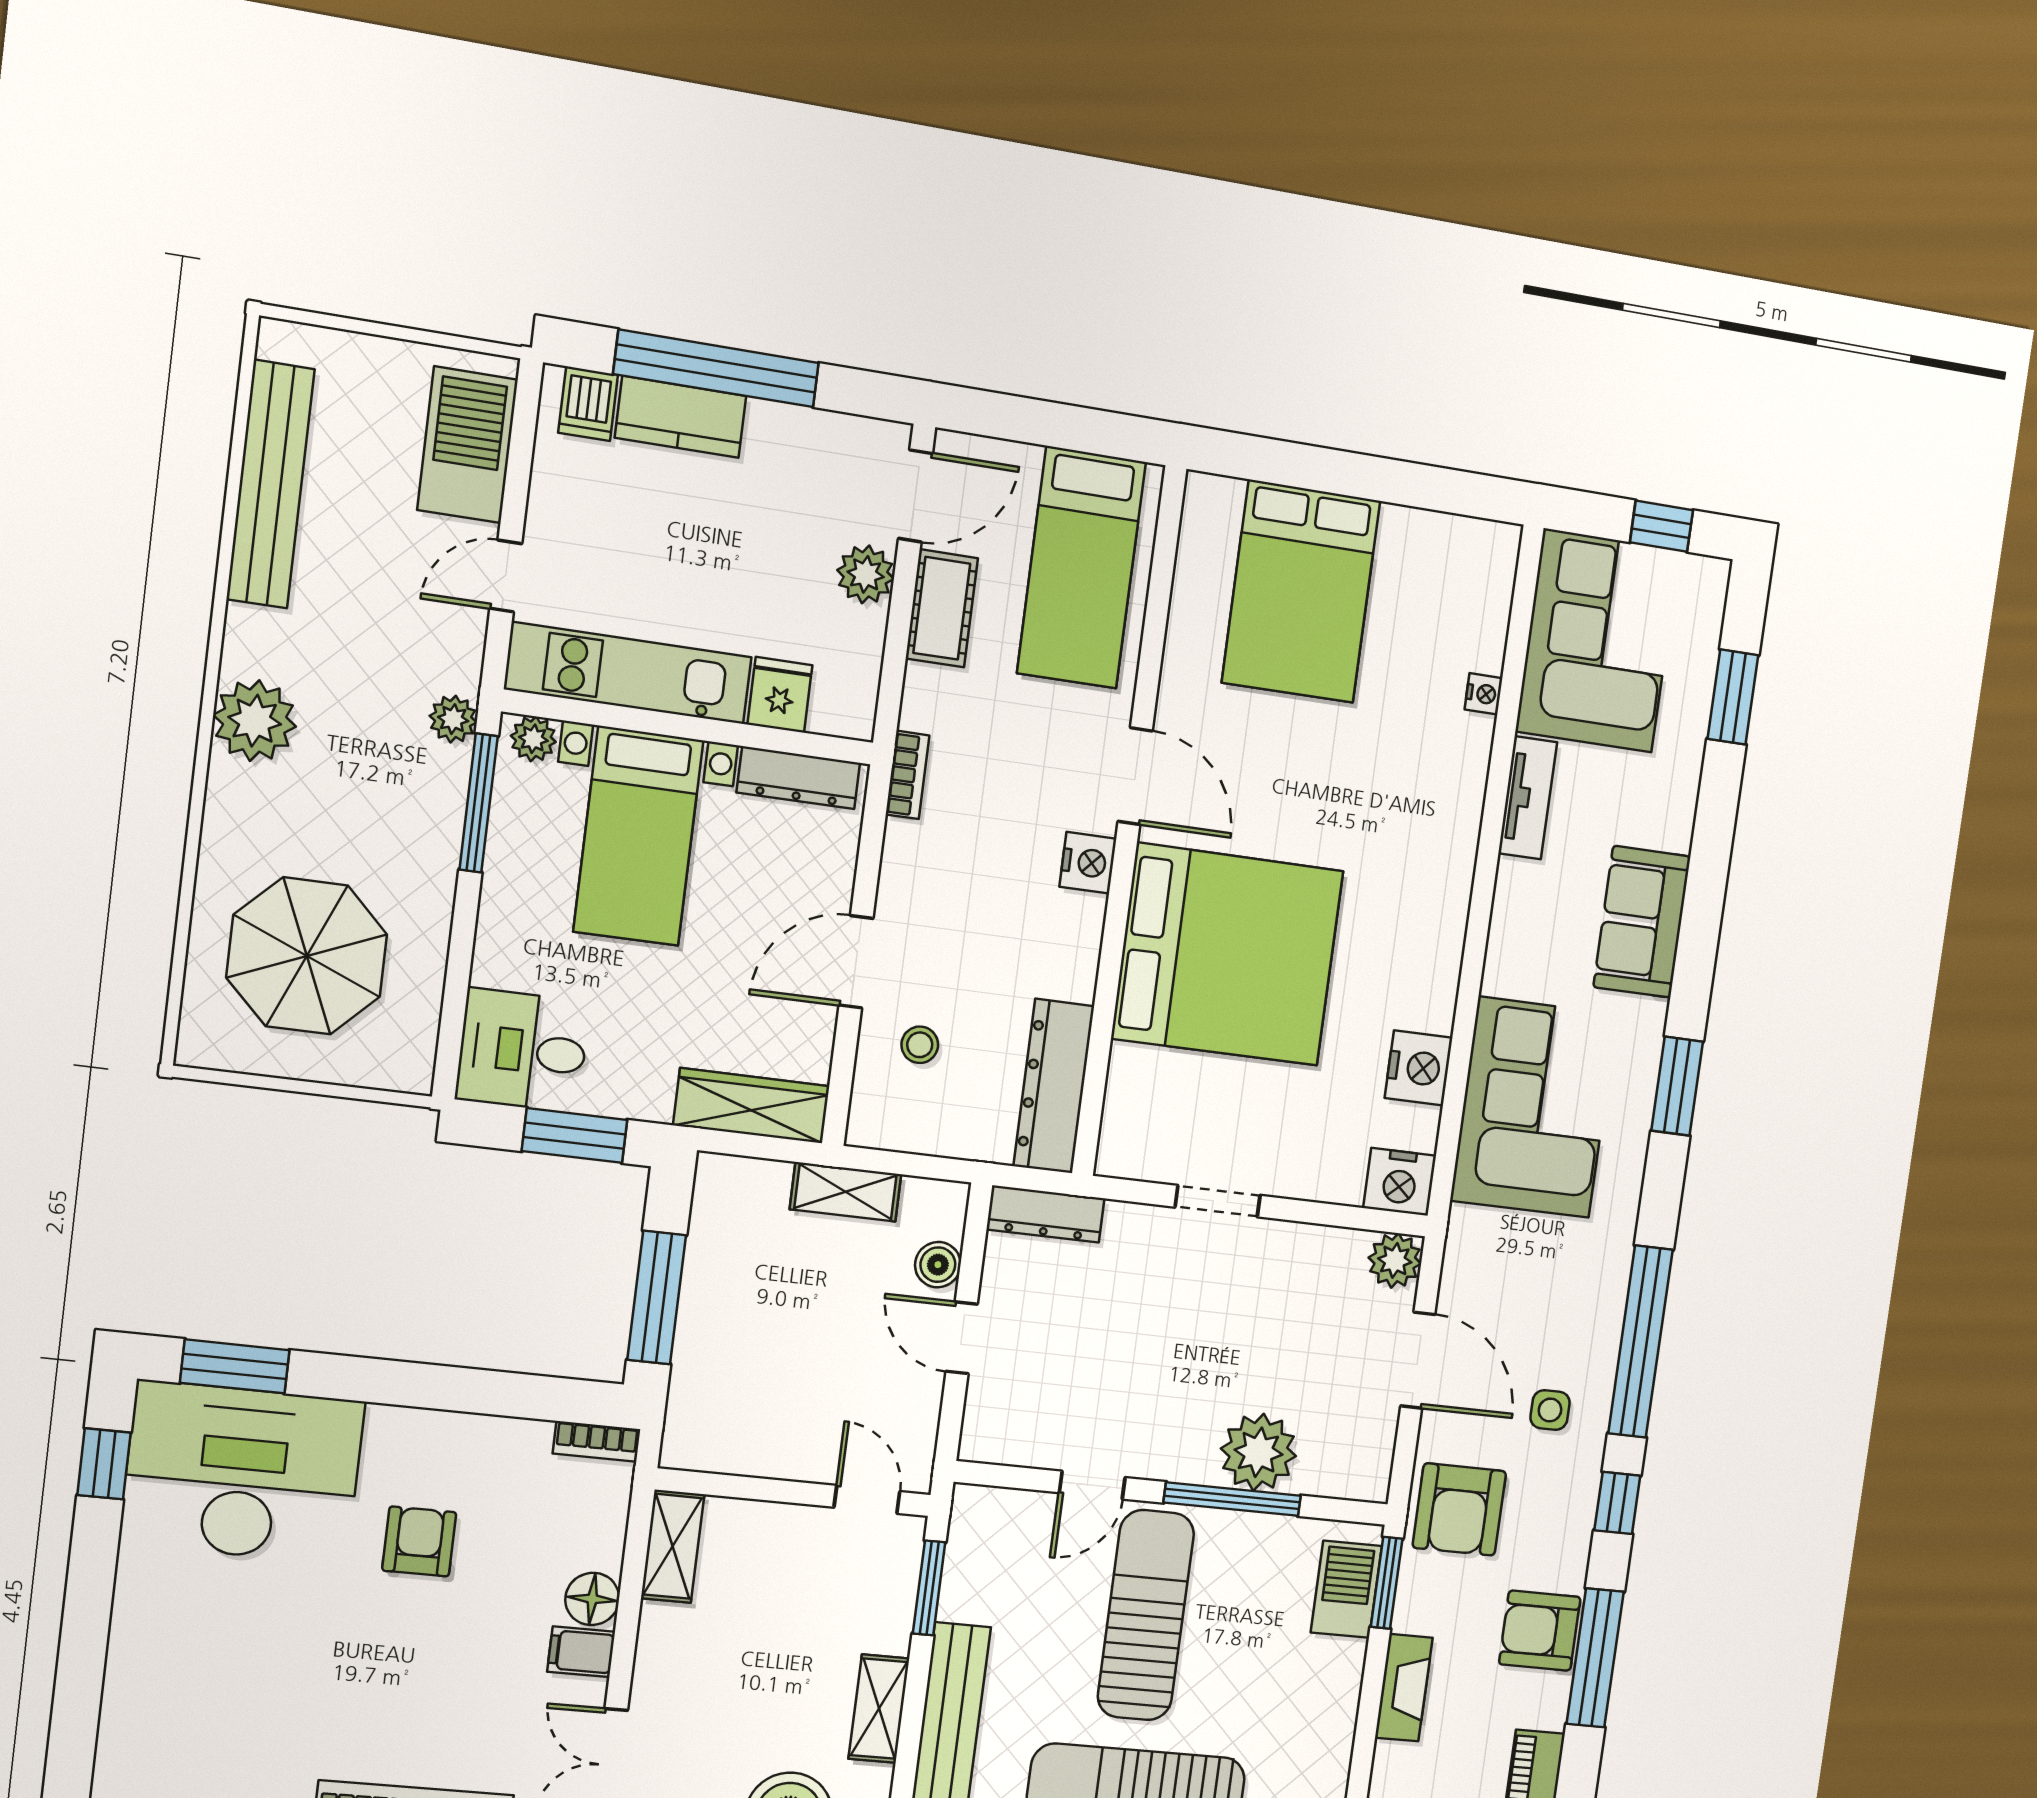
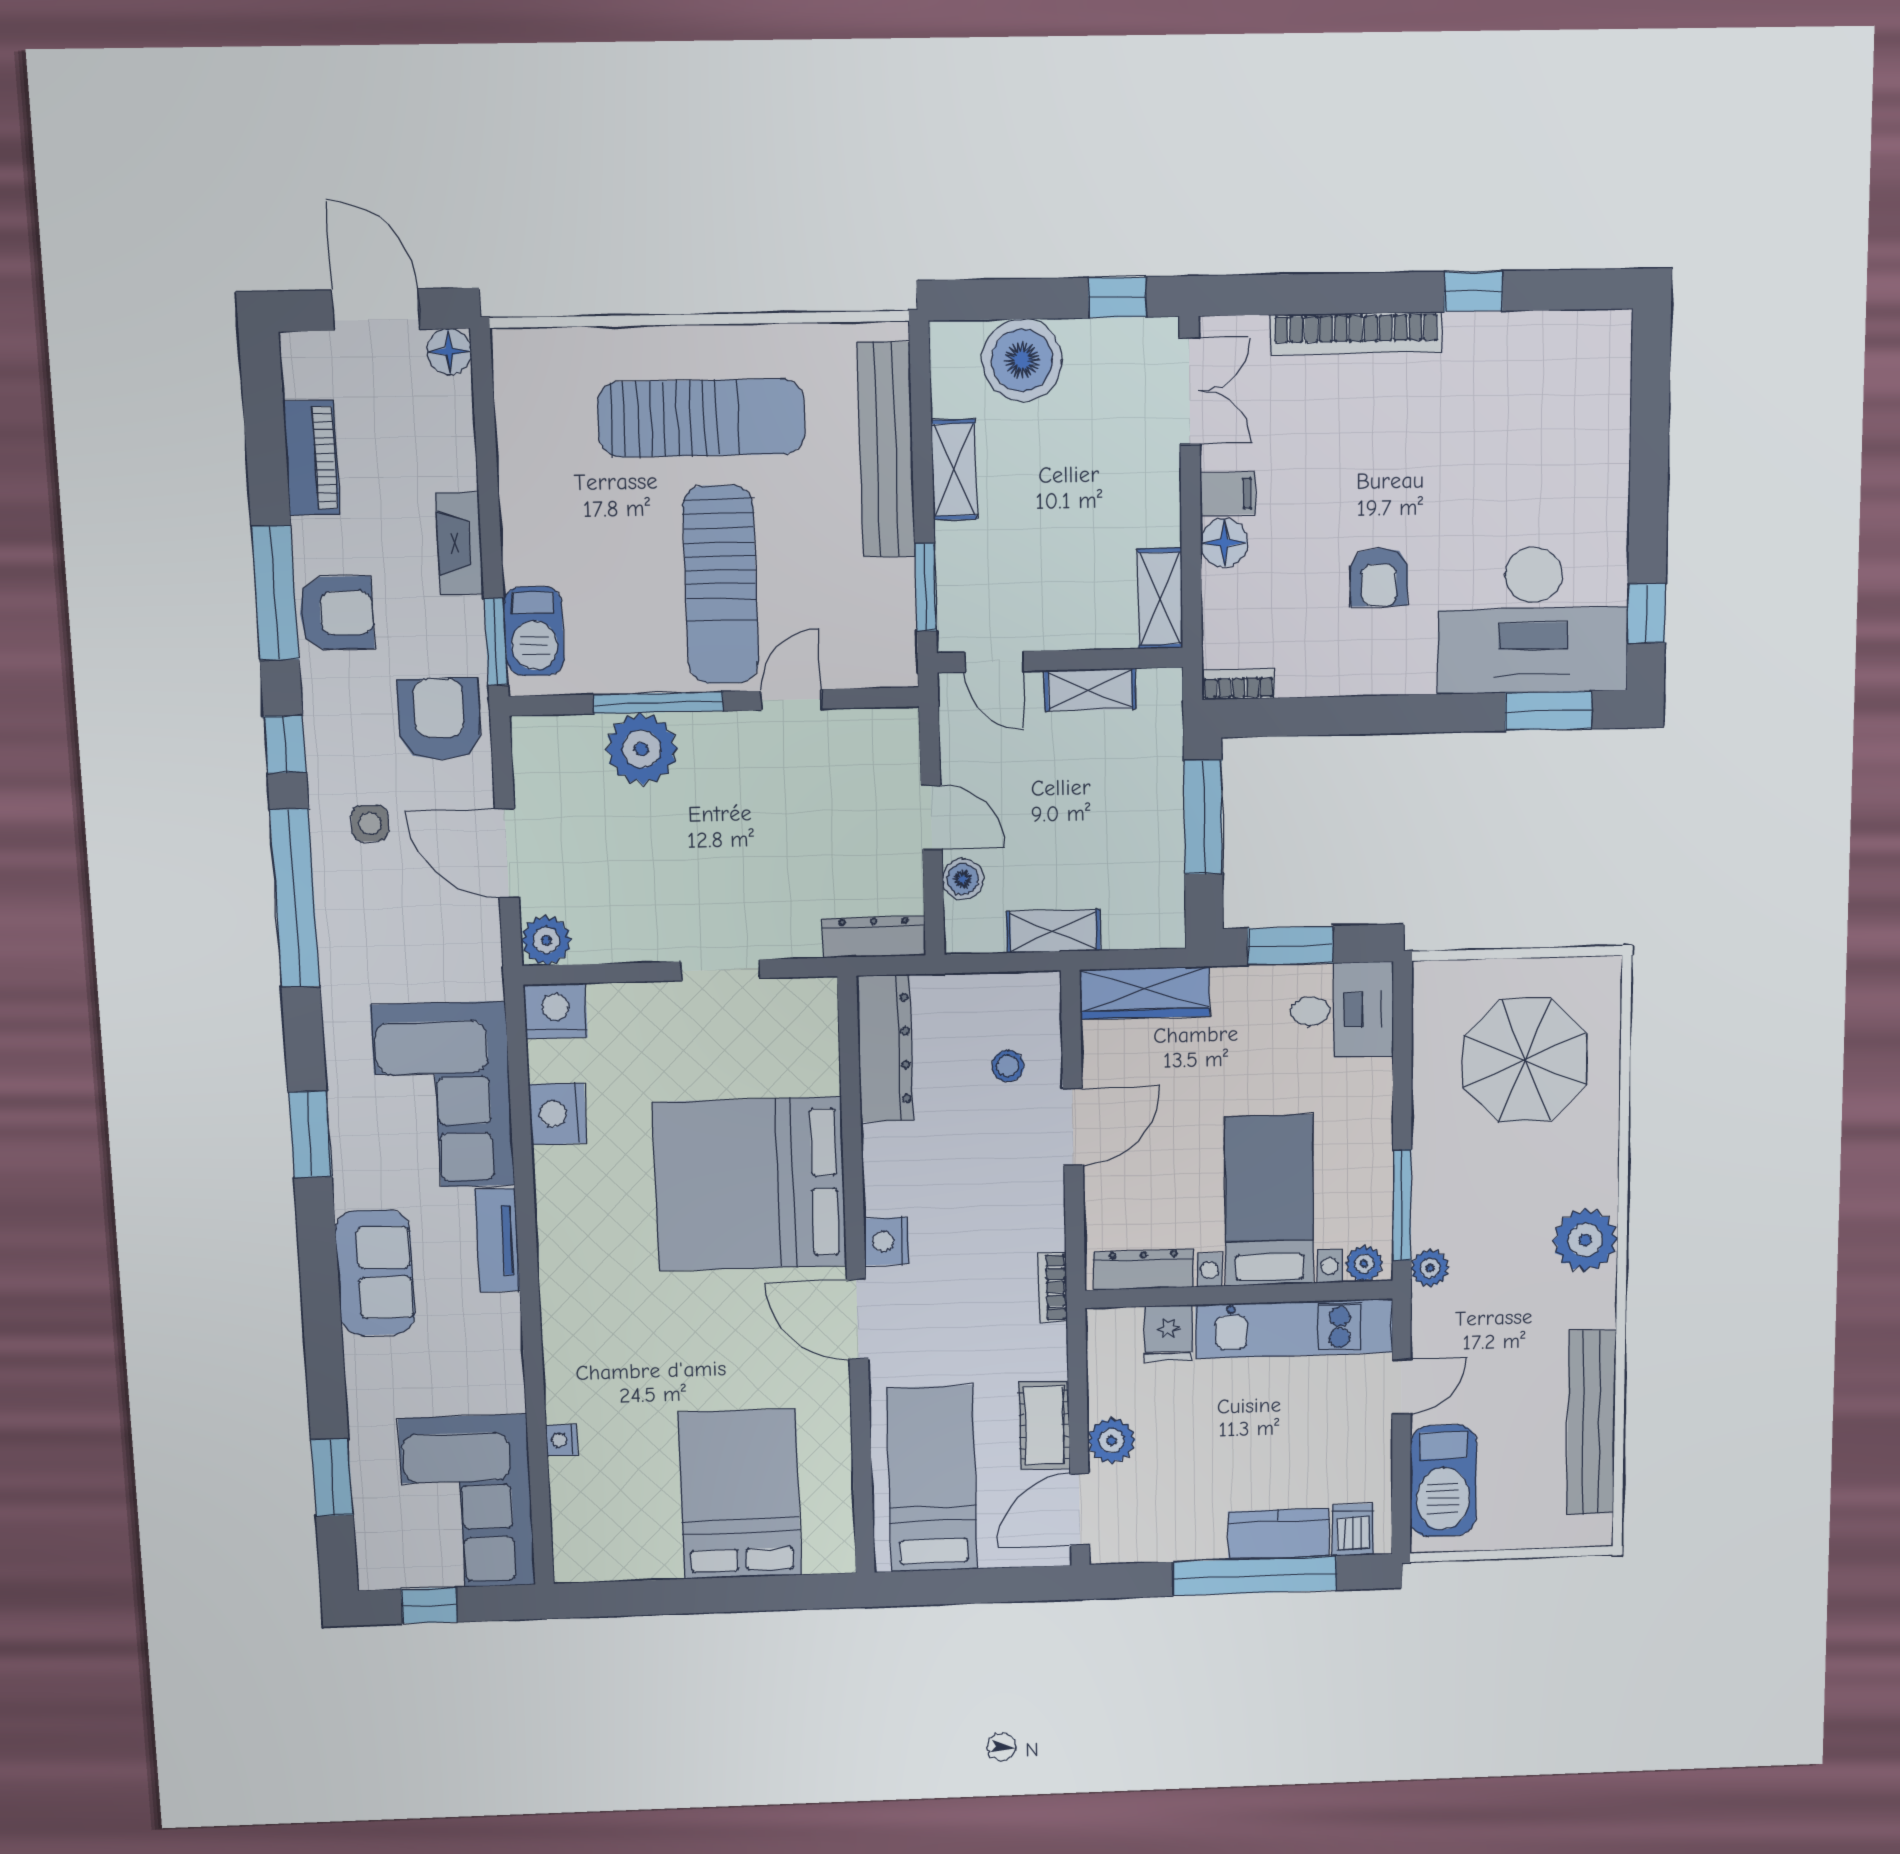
tv unit: (1528, 798) -> (497, 1240), moved
shelving: (765, 1456) -> (1090, 690), added

